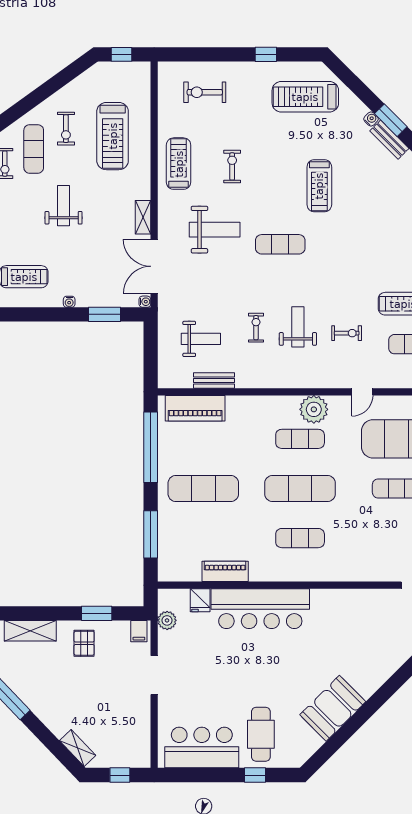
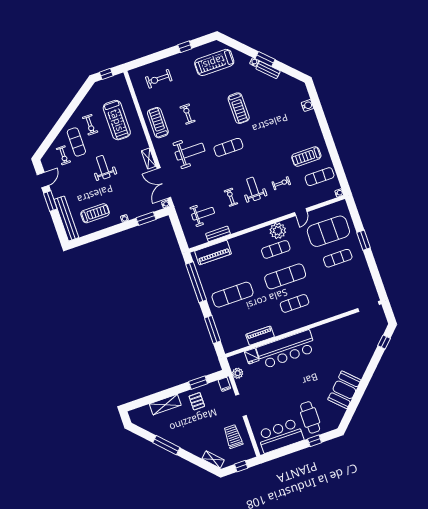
trolley: (124, 722) -> (233, 436), added

